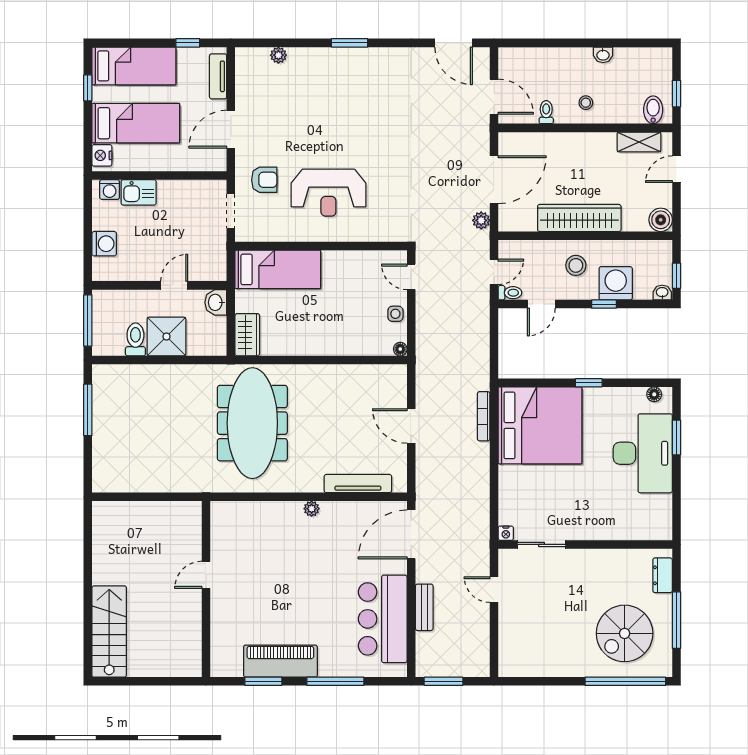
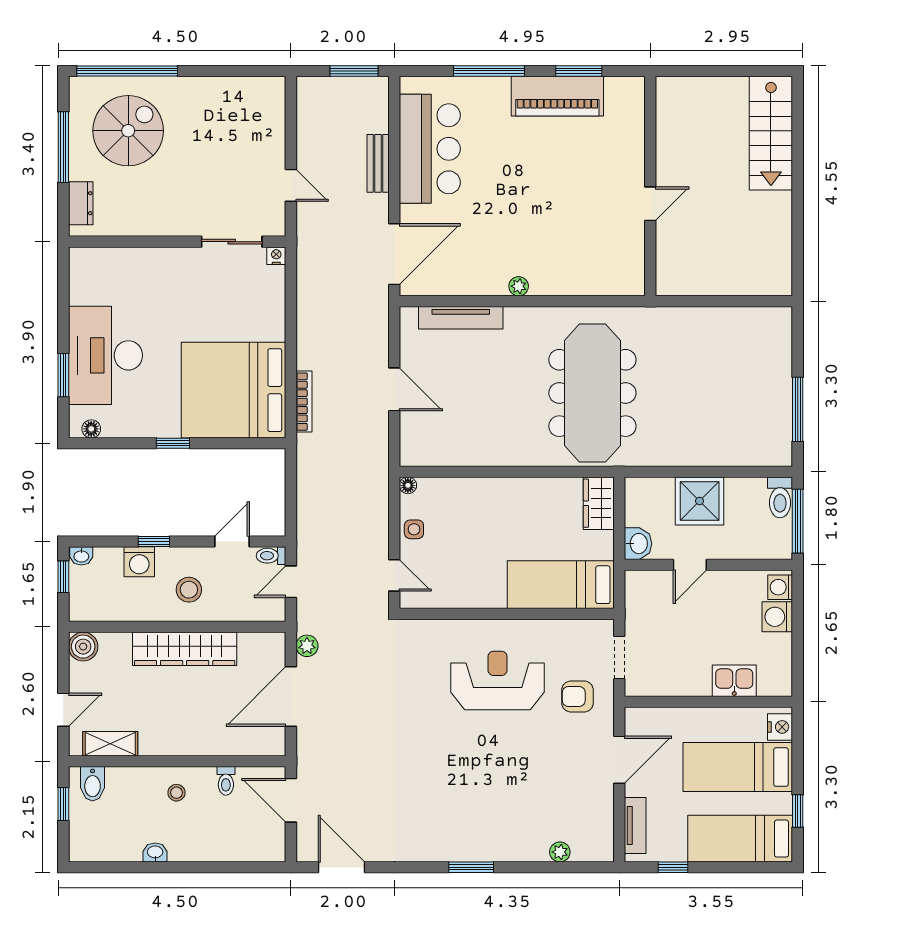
washing machine: (110, 190) -> (780, 587), moved, turned -90
washing machine: (616, 283) -> (139, 562), width x0.73, depth x0.73
toilet: (135, 339) -> (780, 497), moved

